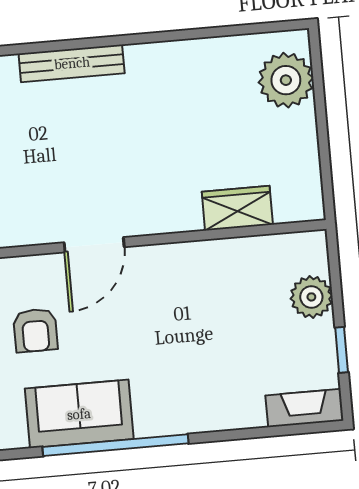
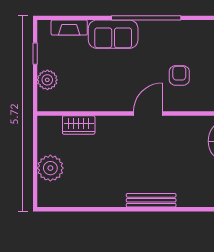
plant: (286, 80) -> (50, 168), moved
fireplace: (304, 408) -> (69, 28), moved
sofa: (79, 414) -> (113, 34), moved

